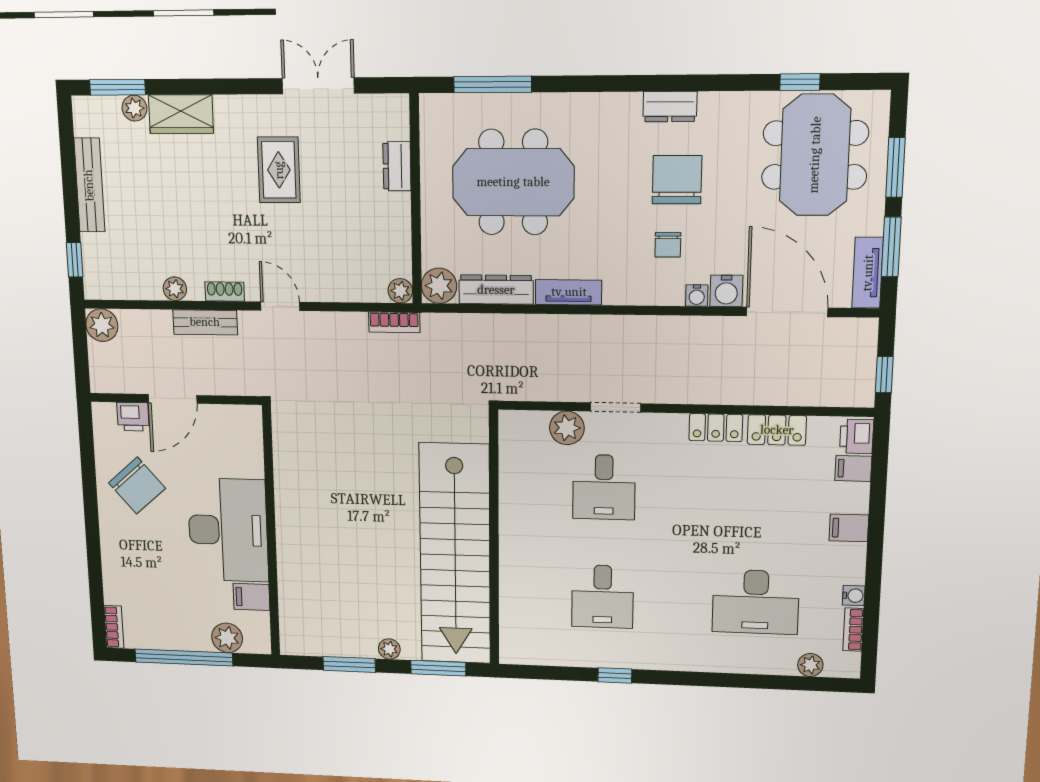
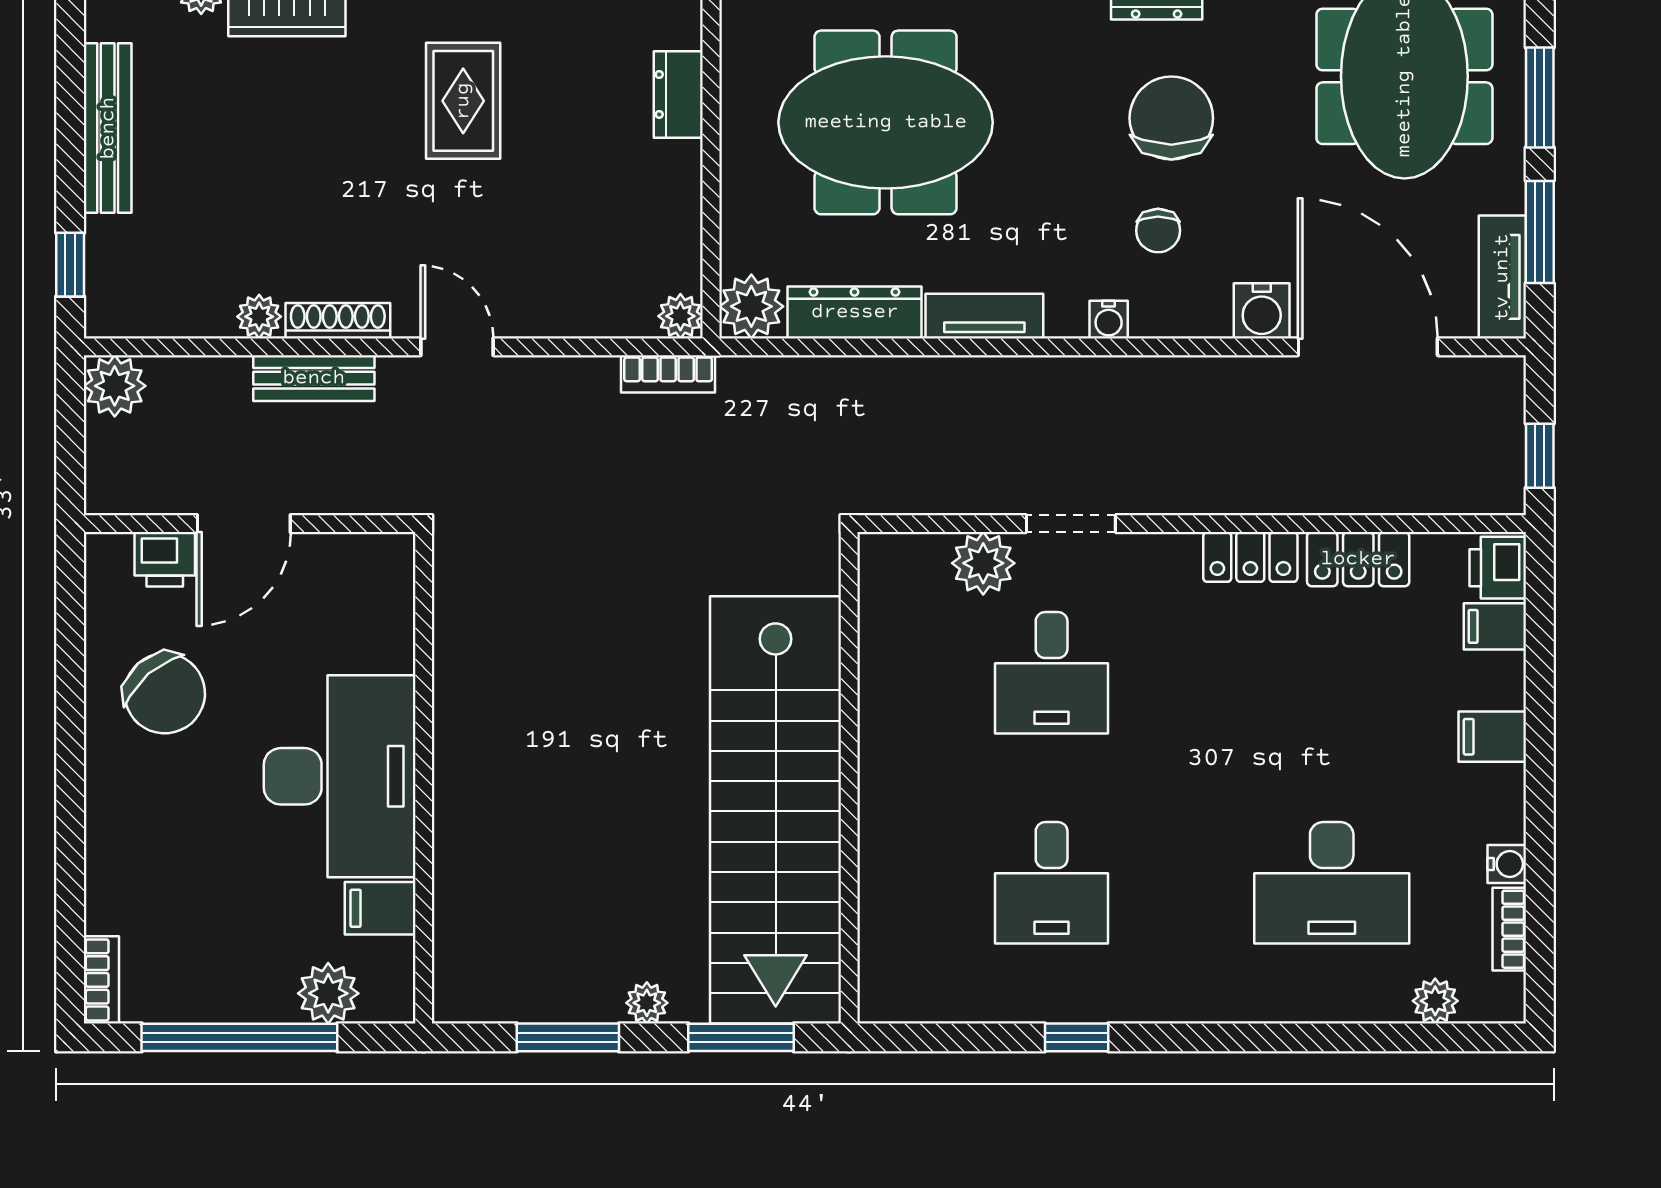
shoe rack: (225, 292) -> (338, 321), width x1.43
water cooler: (697, 296) -> (1109, 320), moved

